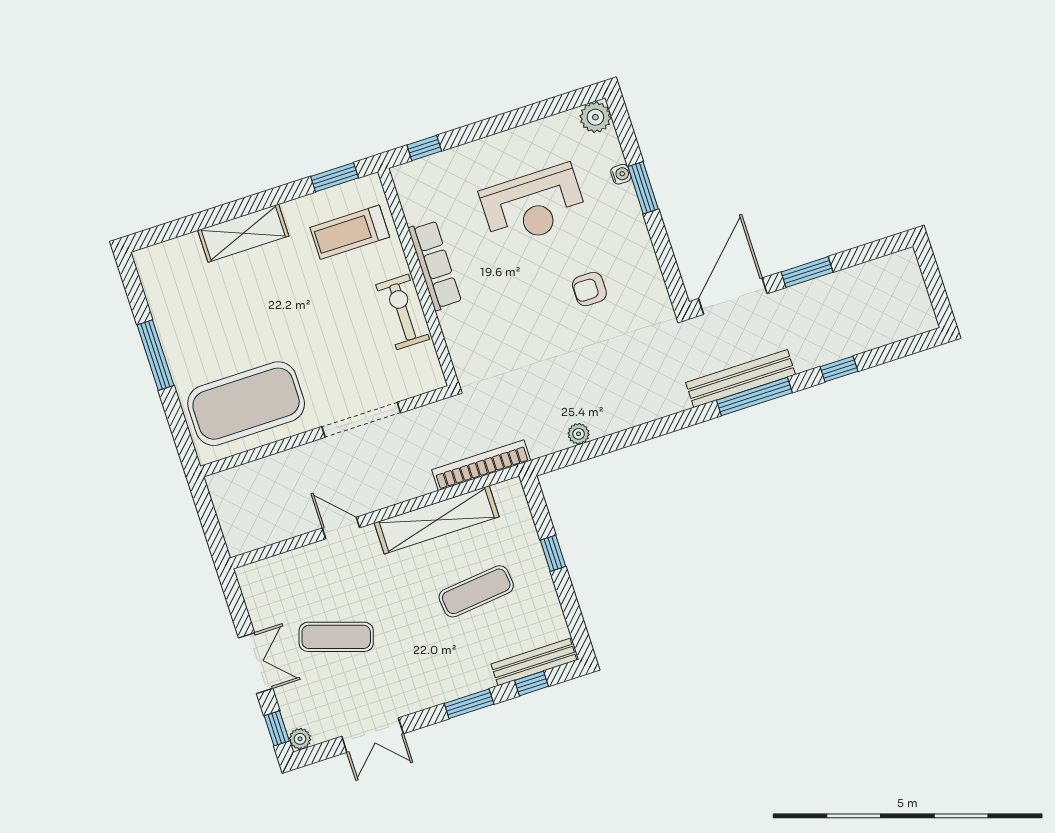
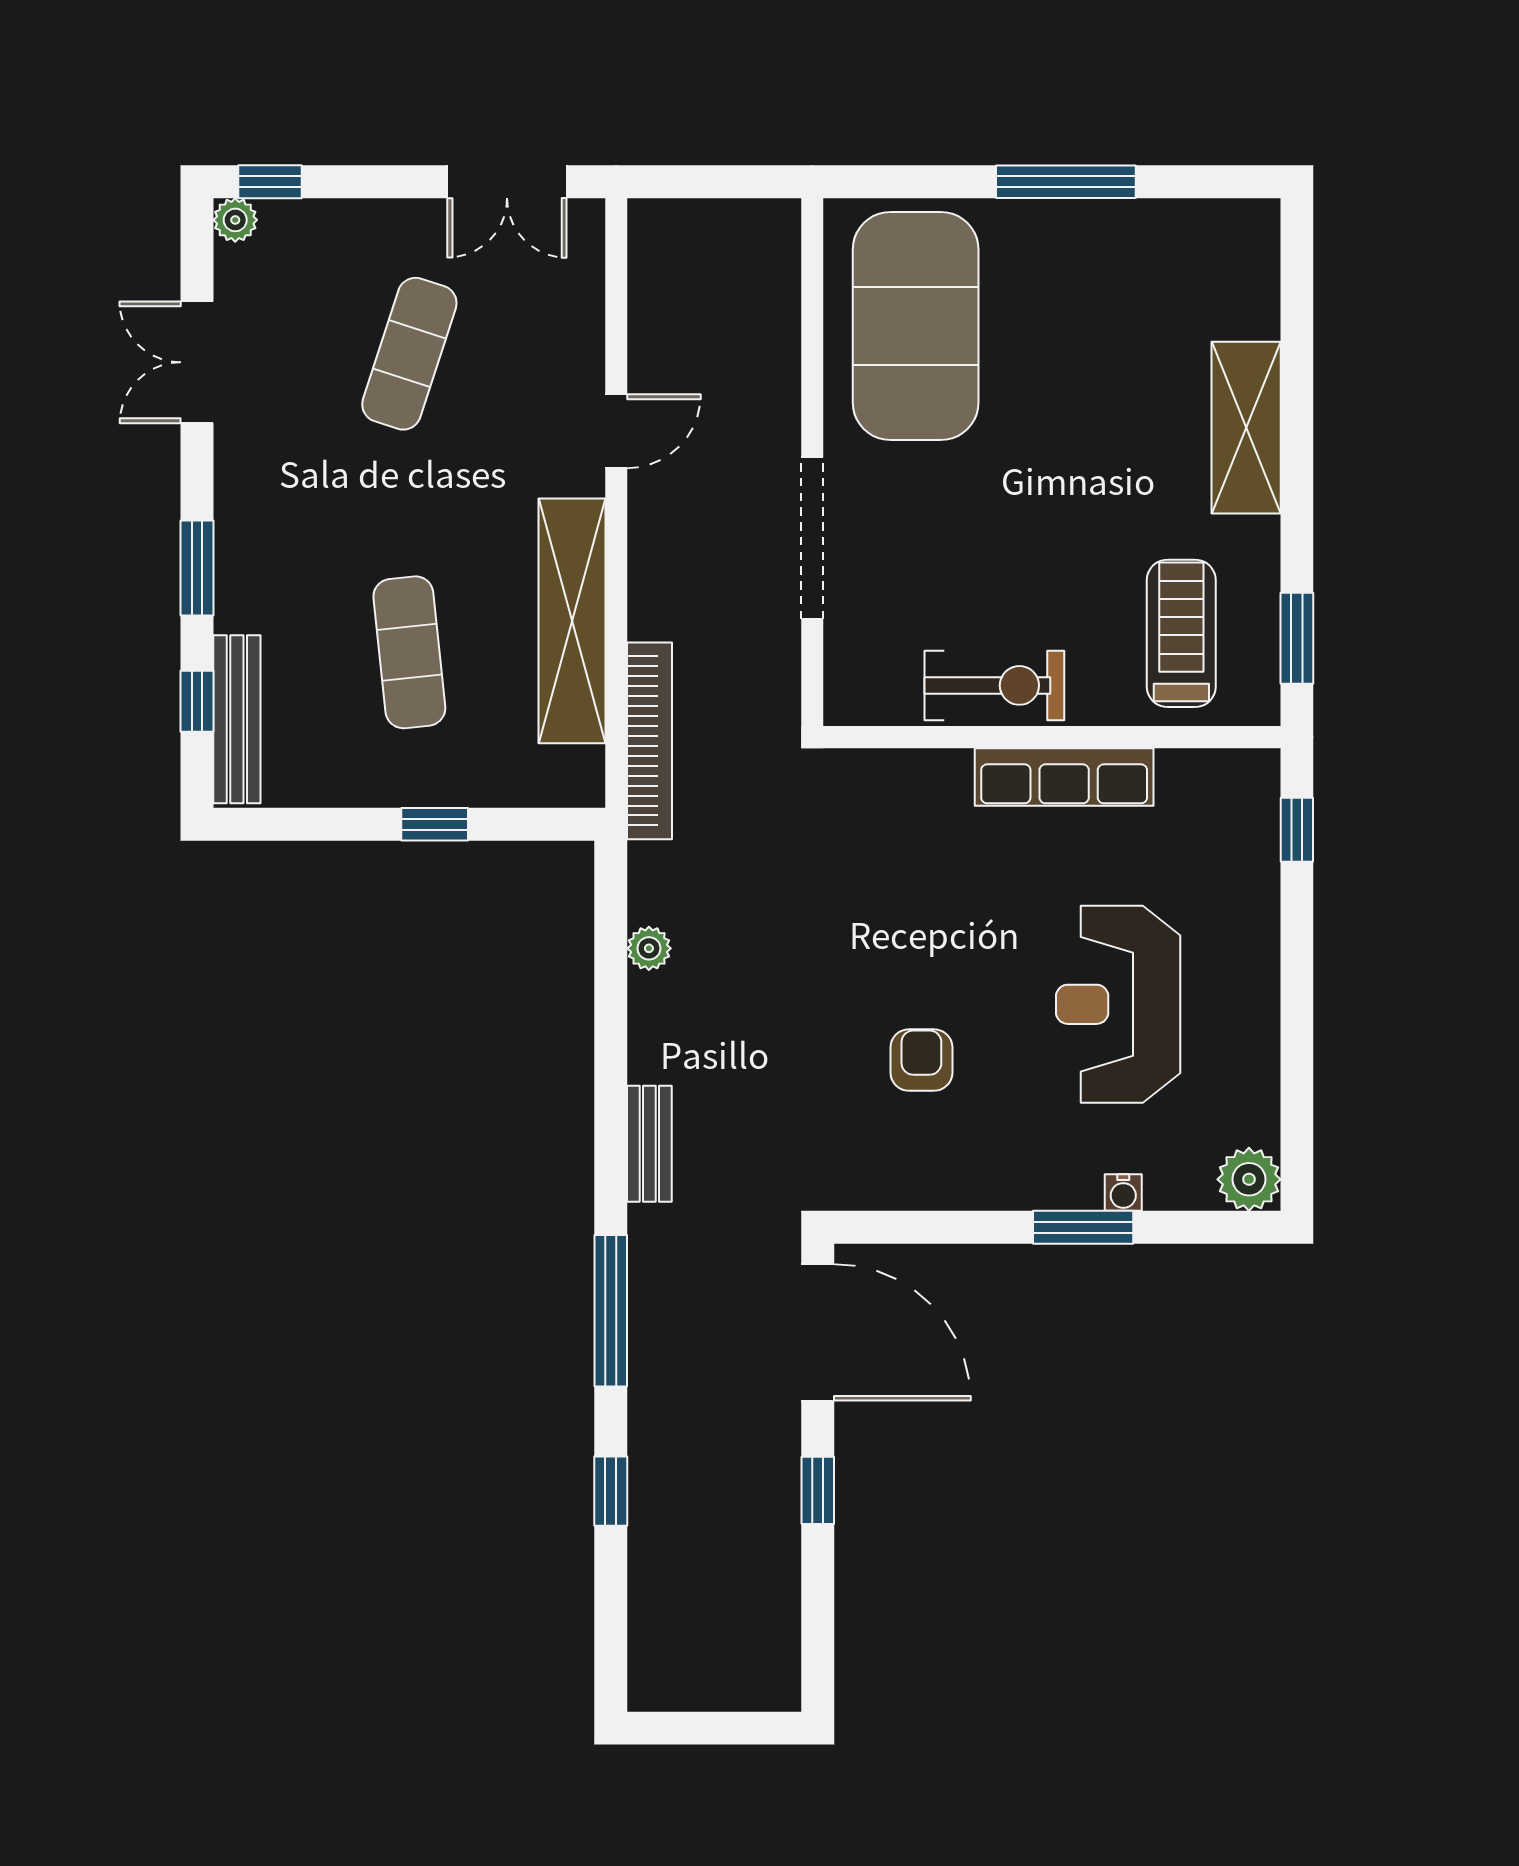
window: (807, 272) -> (818, 1490), width x0.67
bench: (741, 379) -> (649, 1144), moved, width x0.54, depth x0.82
double door: (256, 663) -> (507, 182), moved

